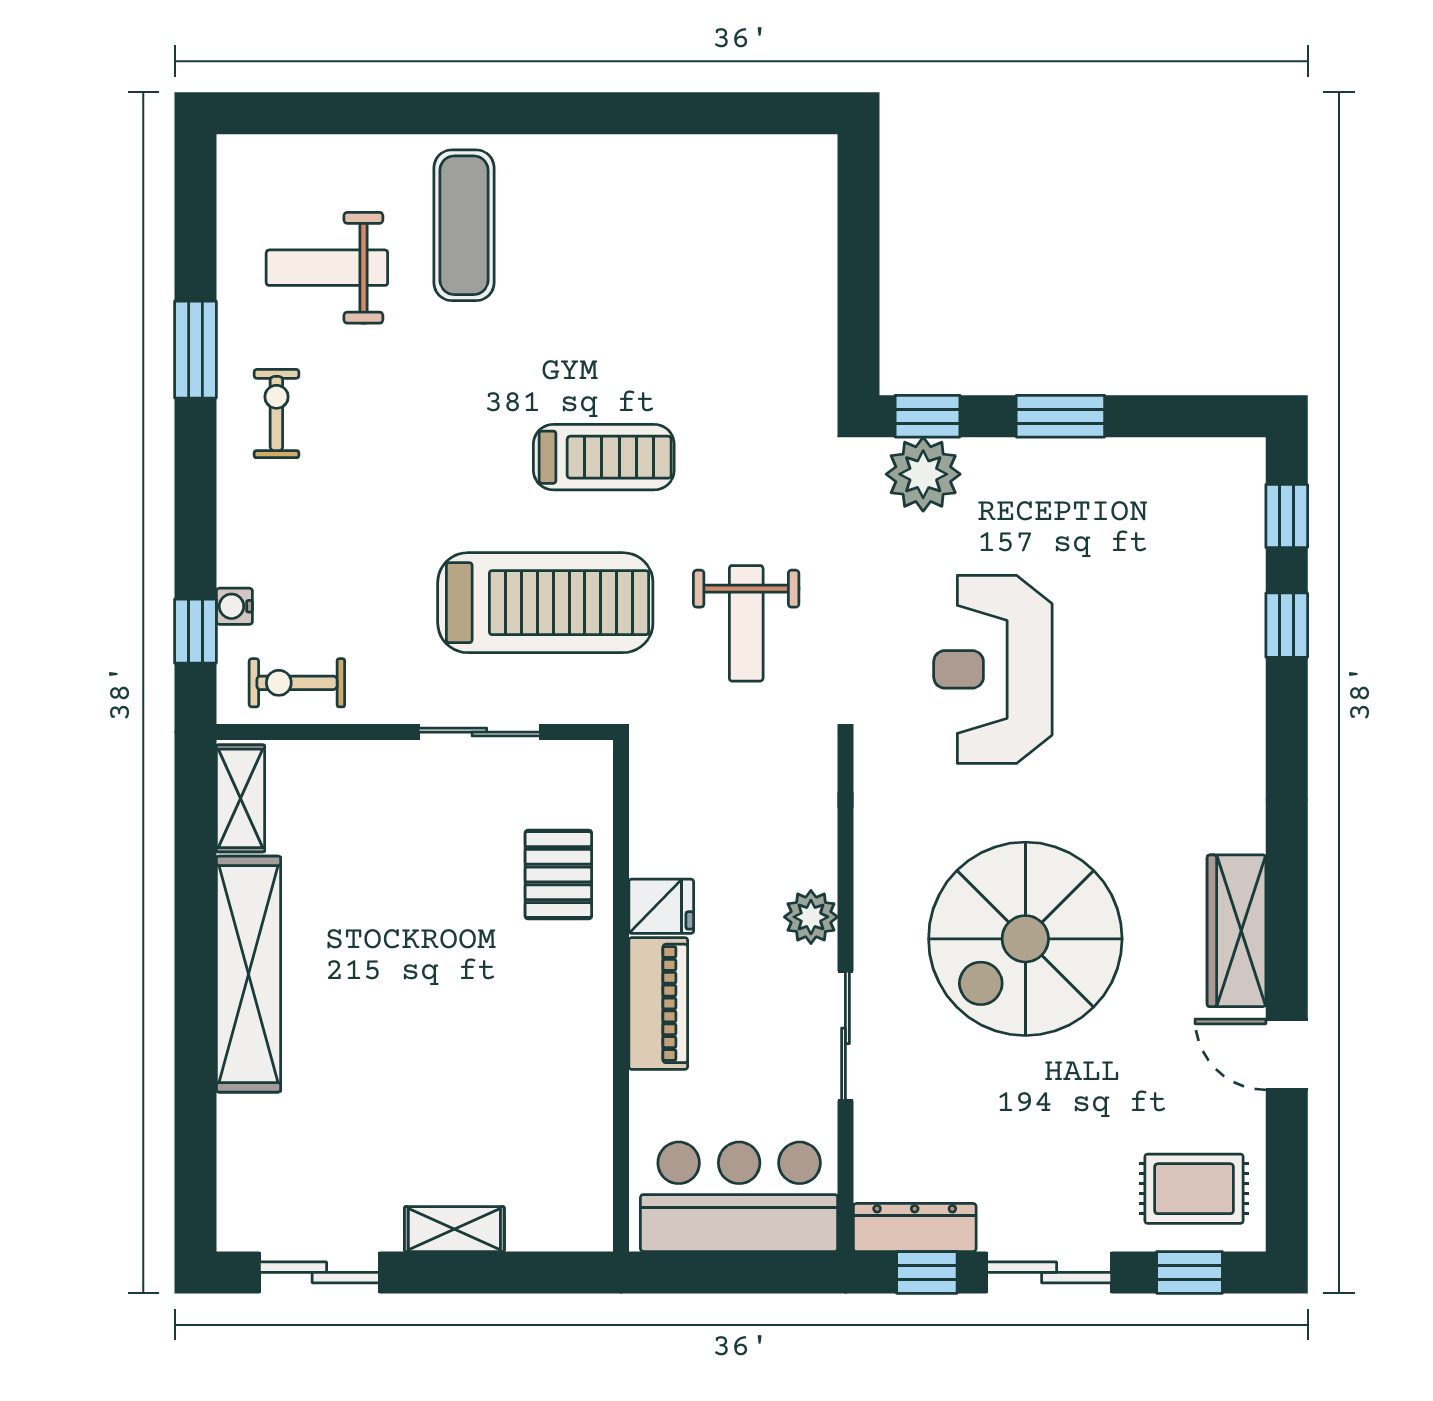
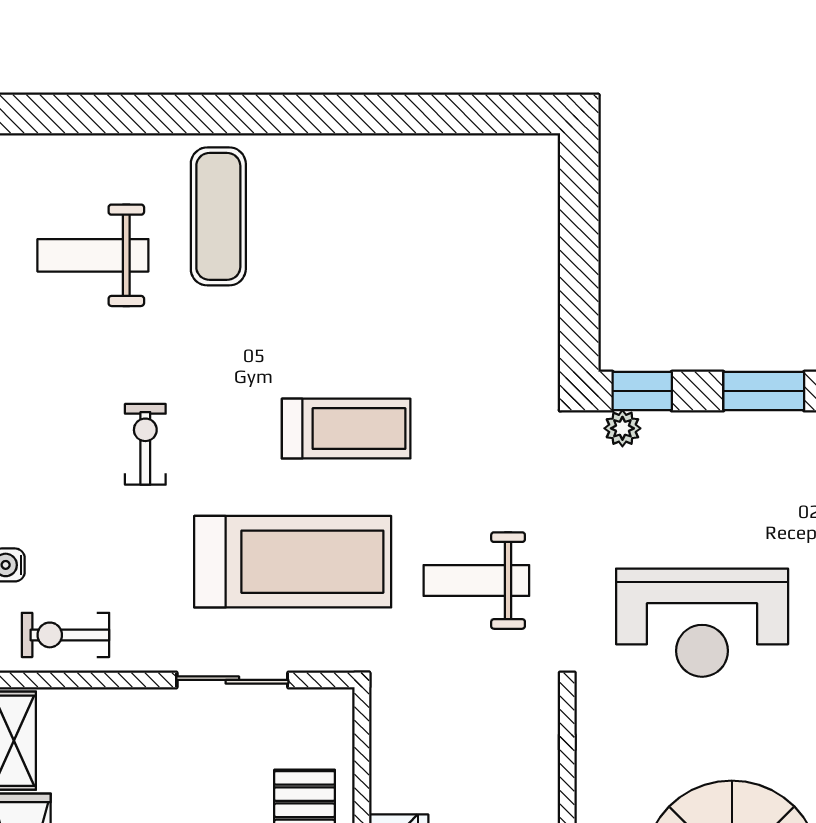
exercise bike: (276, 414) -> (145, 444), moved
plant: (923, 474) -> (622, 428), width x0.53, depth x0.53
weight bench: (746, 623) -> (476, 581), turned 90
reception desk: (993, 669) -> (702, 623), turned -90

